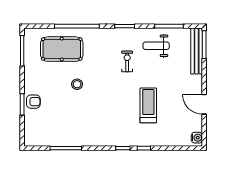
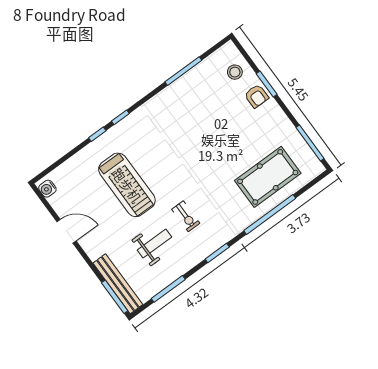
weight bench: (156, 46) -> (154, 244), moved
stool: (77, 84) -> (235, 72), moved
armchair: (33, 102) -> (256, 96), turned -90
treadmill: (148, 105) -> (127, 185), width x1.37, depth x1.38

